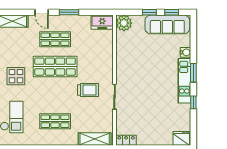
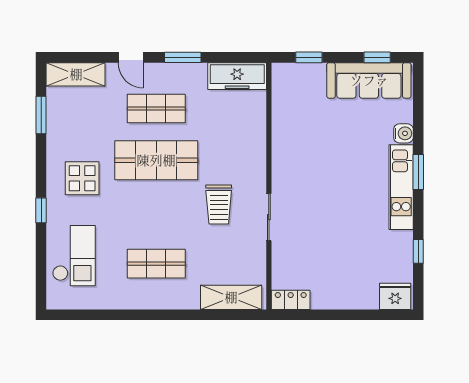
window: (149, 12) -> (309, 57), moved
freezer: (102, 22) -> (237, 76), width x1.40
plant: (124, 23) -> (287, 78), removed
trolley: (88, 90) -> (219, 205), turned 90
window: (193, 102) -> (418, 251), moved

